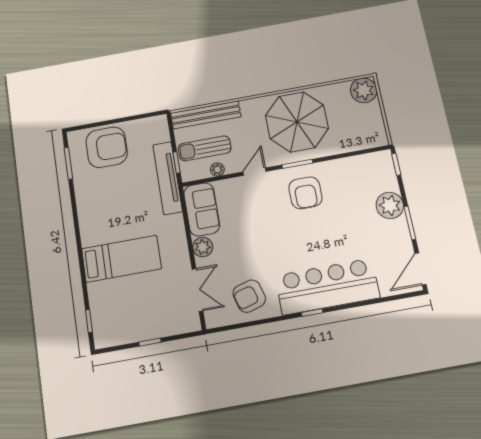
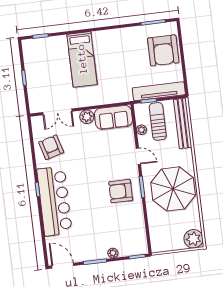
tv unit: (168, 178) -> (159, 91), moved
plant: (390, 205) -> (113, 253), width x0.53, depth x0.53

